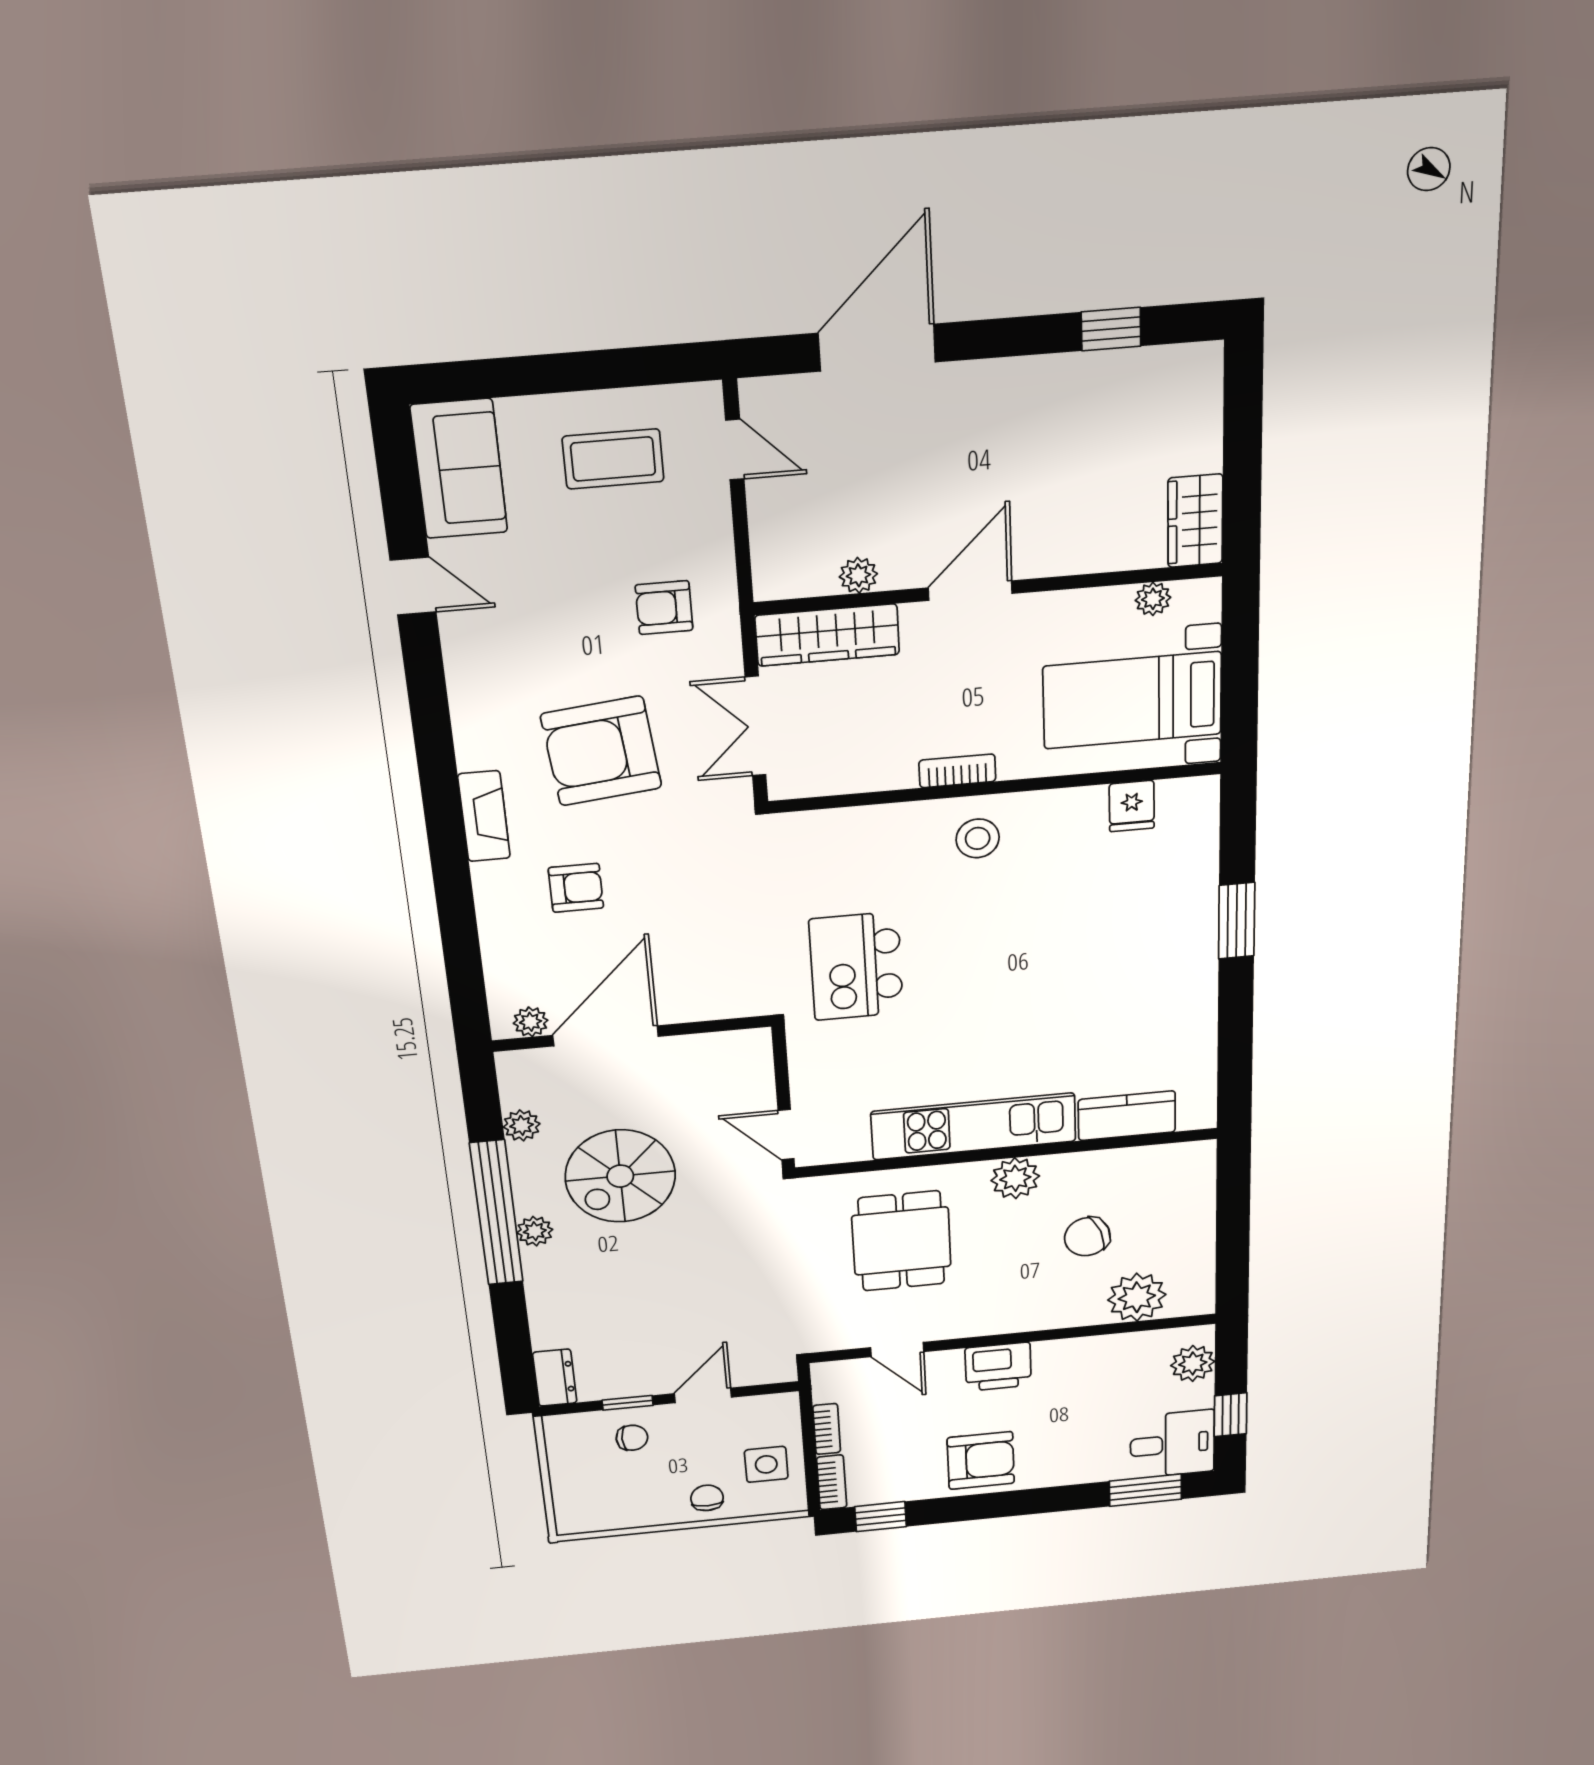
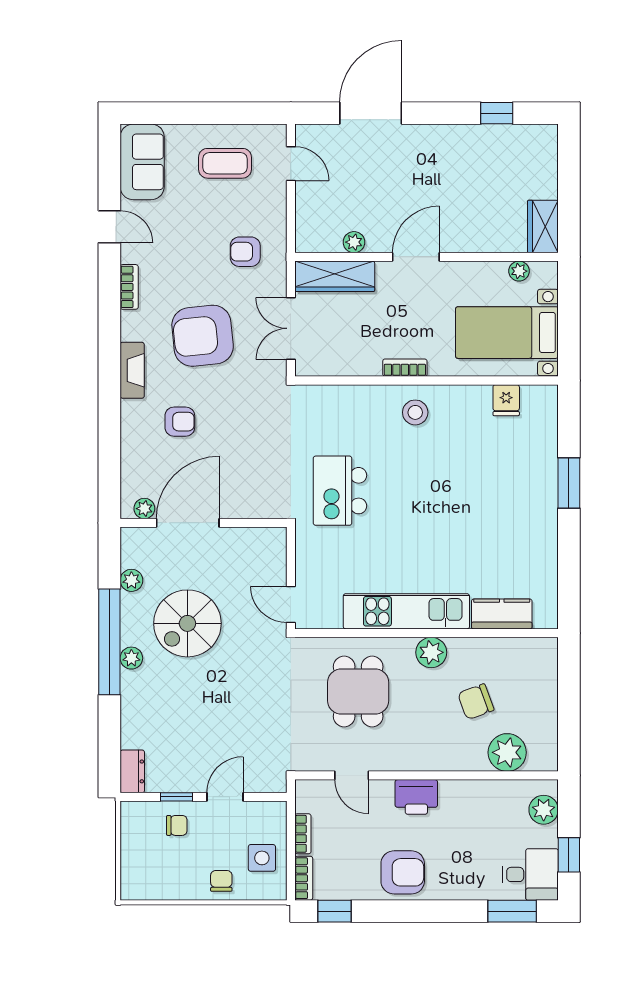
bookcase: (462, 683) -> (129, 287), added

